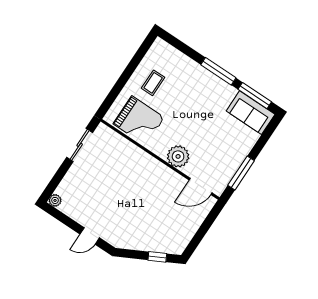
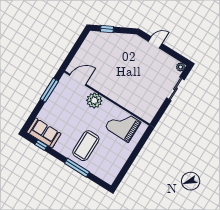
window: (218, 71) -> (77, 168), moved
coffee table: (153, 83) -> (86, 146), moved, width x1.86, depth x1.72
window: (255, 96) -> (41, 145), width x0.46
sliding door: (80, 145) -> (175, 89), moved

